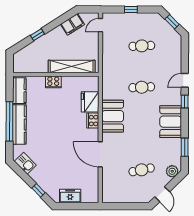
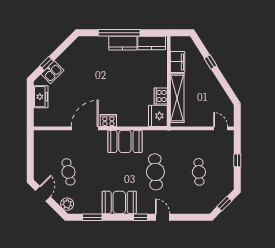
filing cabinet: (72, 24) -> (178, 62), moved, turned -148
cooker: (53, 82) -> (161, 96), moved
cafe table: (142, 87) -> (155, 172), width x1.37, depth x1.35
fridge: (90, 102) -> (158, 116), moved, turned -90
cooker: (93, 121) -> (108, 120), moved
kitchen counter: (19, 124) -> (123, 43), width x0.67
kitchen sink: (25, 163) -> (52, 72), moved
door: (162, 194) -> (43, 194), swing flipped

